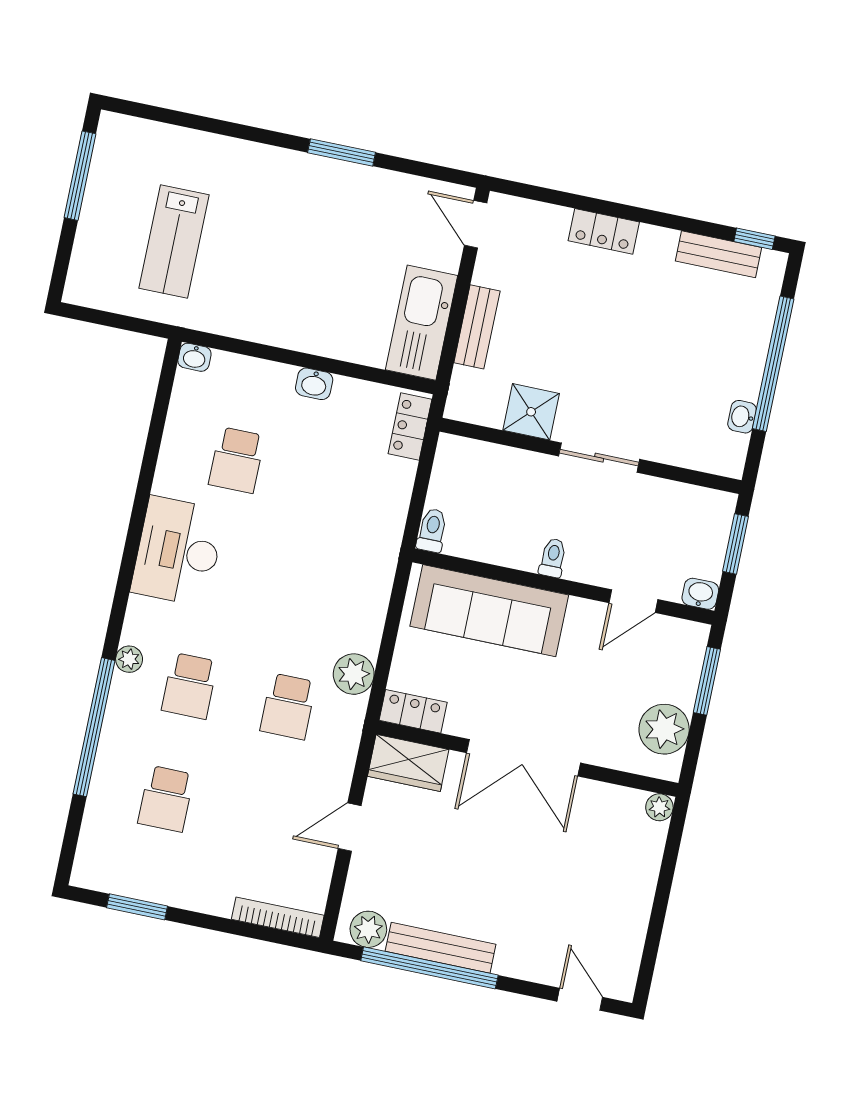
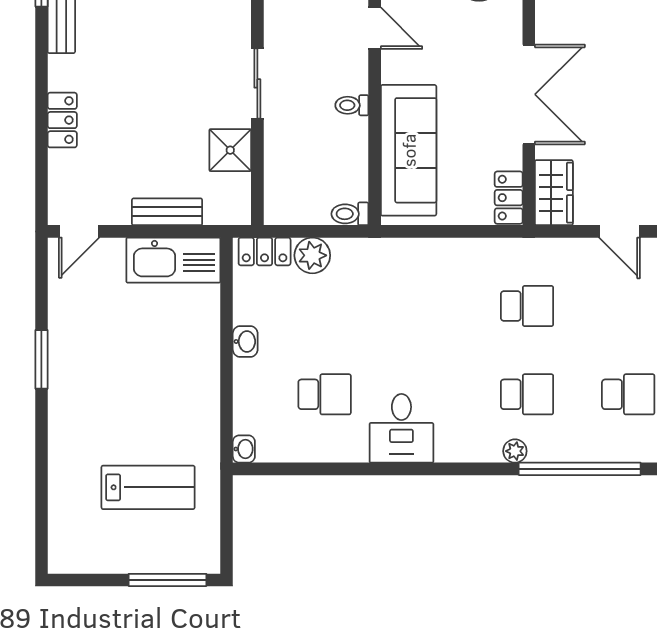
window: (80, 176) -> (167, 580), moved
desk: (178, 551) -> (401, 428), width x0.73
plant: (354, 674) -> (312, 255), moved

